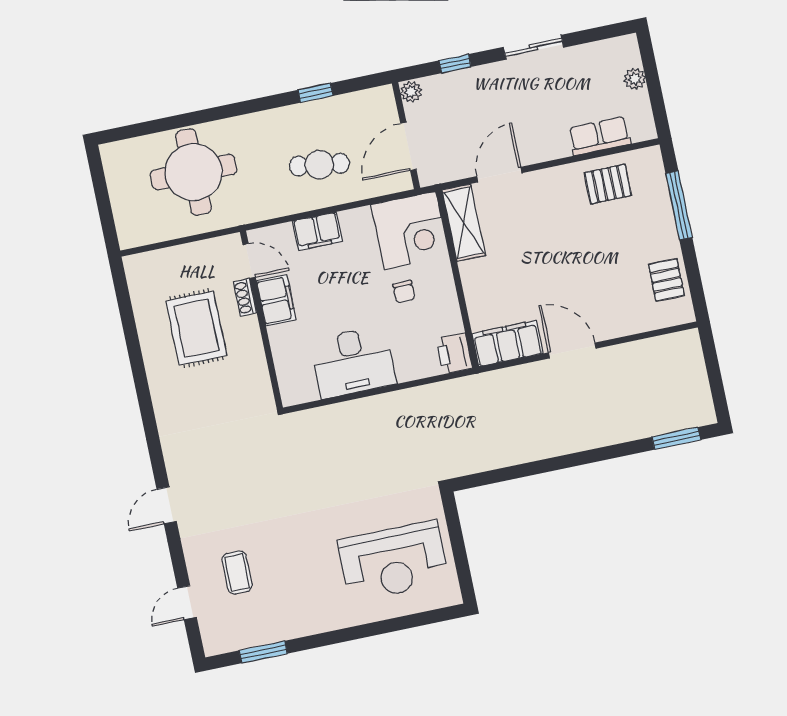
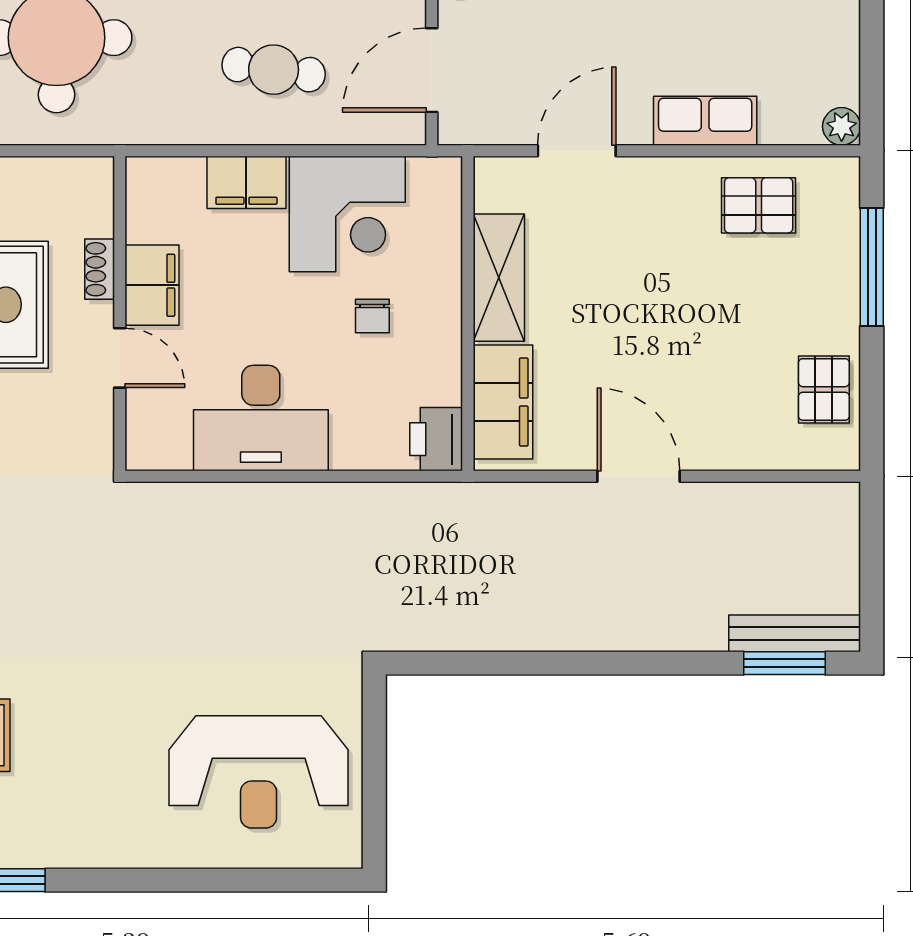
plant: (635, 79) -> (842, 126), moved
row of seats: (599, 136) -> (705, 121), moved
shelving: (464, 223) -> (499, 278), moved
corner desk: (410, 230) -> (347, 214), moved
door: (249, 261) -> (120, 358), moved
filing cabinet: (507, 343) -> (503, 402), moved, turned 90
bench: (679, 420) -> (795, 633), added

